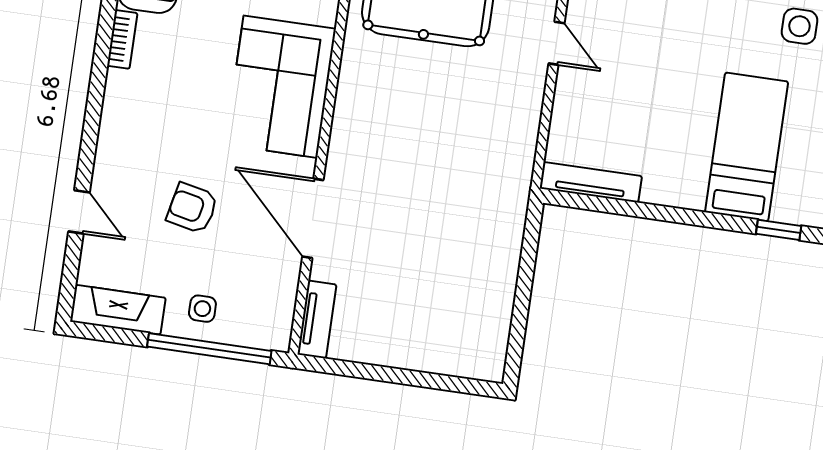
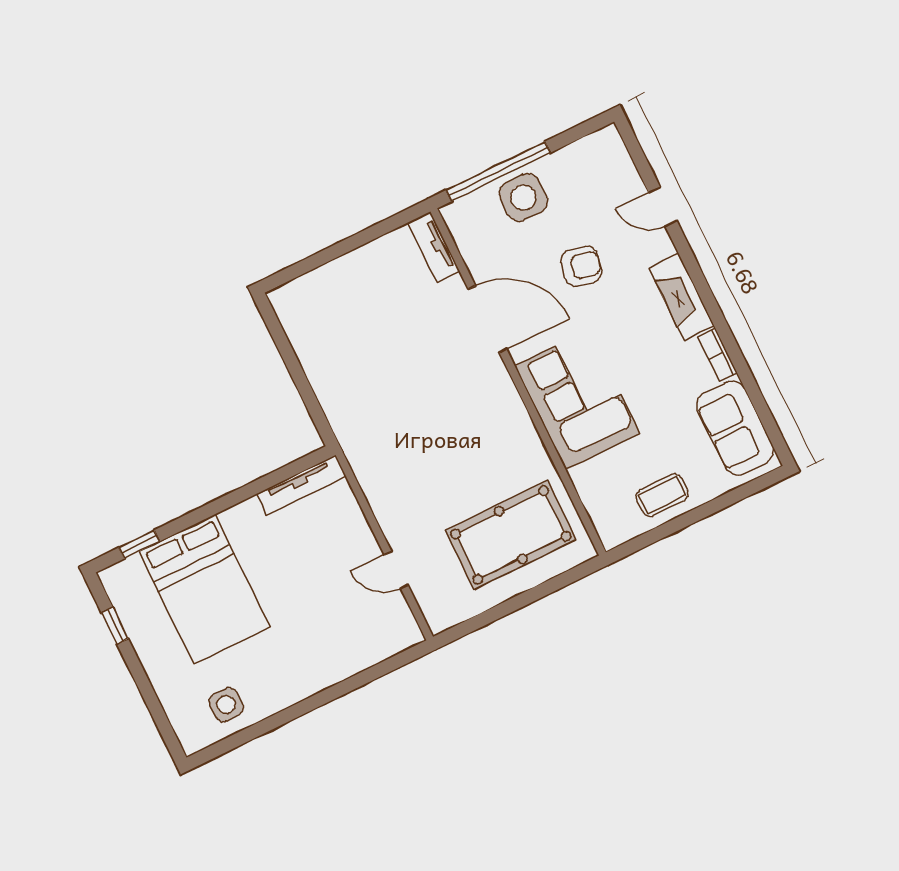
bed: (747, 147) -> (204, 589), width x1.50
side table: (202, 309) -> (523, 197), width x1.87, depth x1.87
fireplace: (118, 310) -> (681, 297), moved, turned 90

